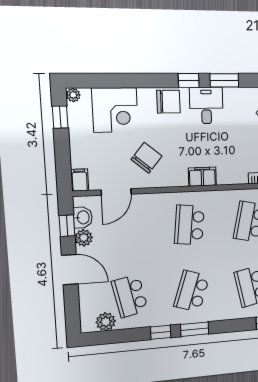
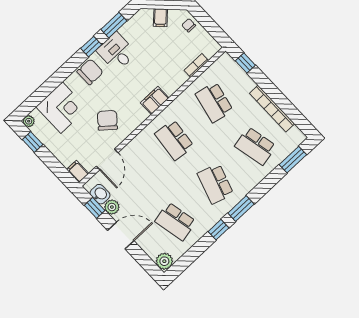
plant: (106, 322) -> (164, 261), moved

